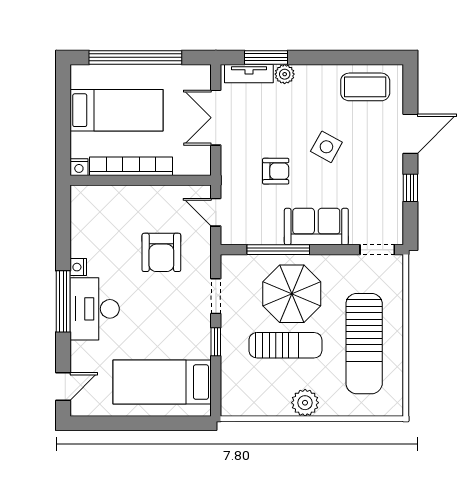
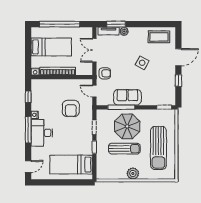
armchair: (276, 171) -> (105, 73), moved
window: (63, 225) -> (28, 97), added
sofa: (316, 227) -> (127, 97), moved

